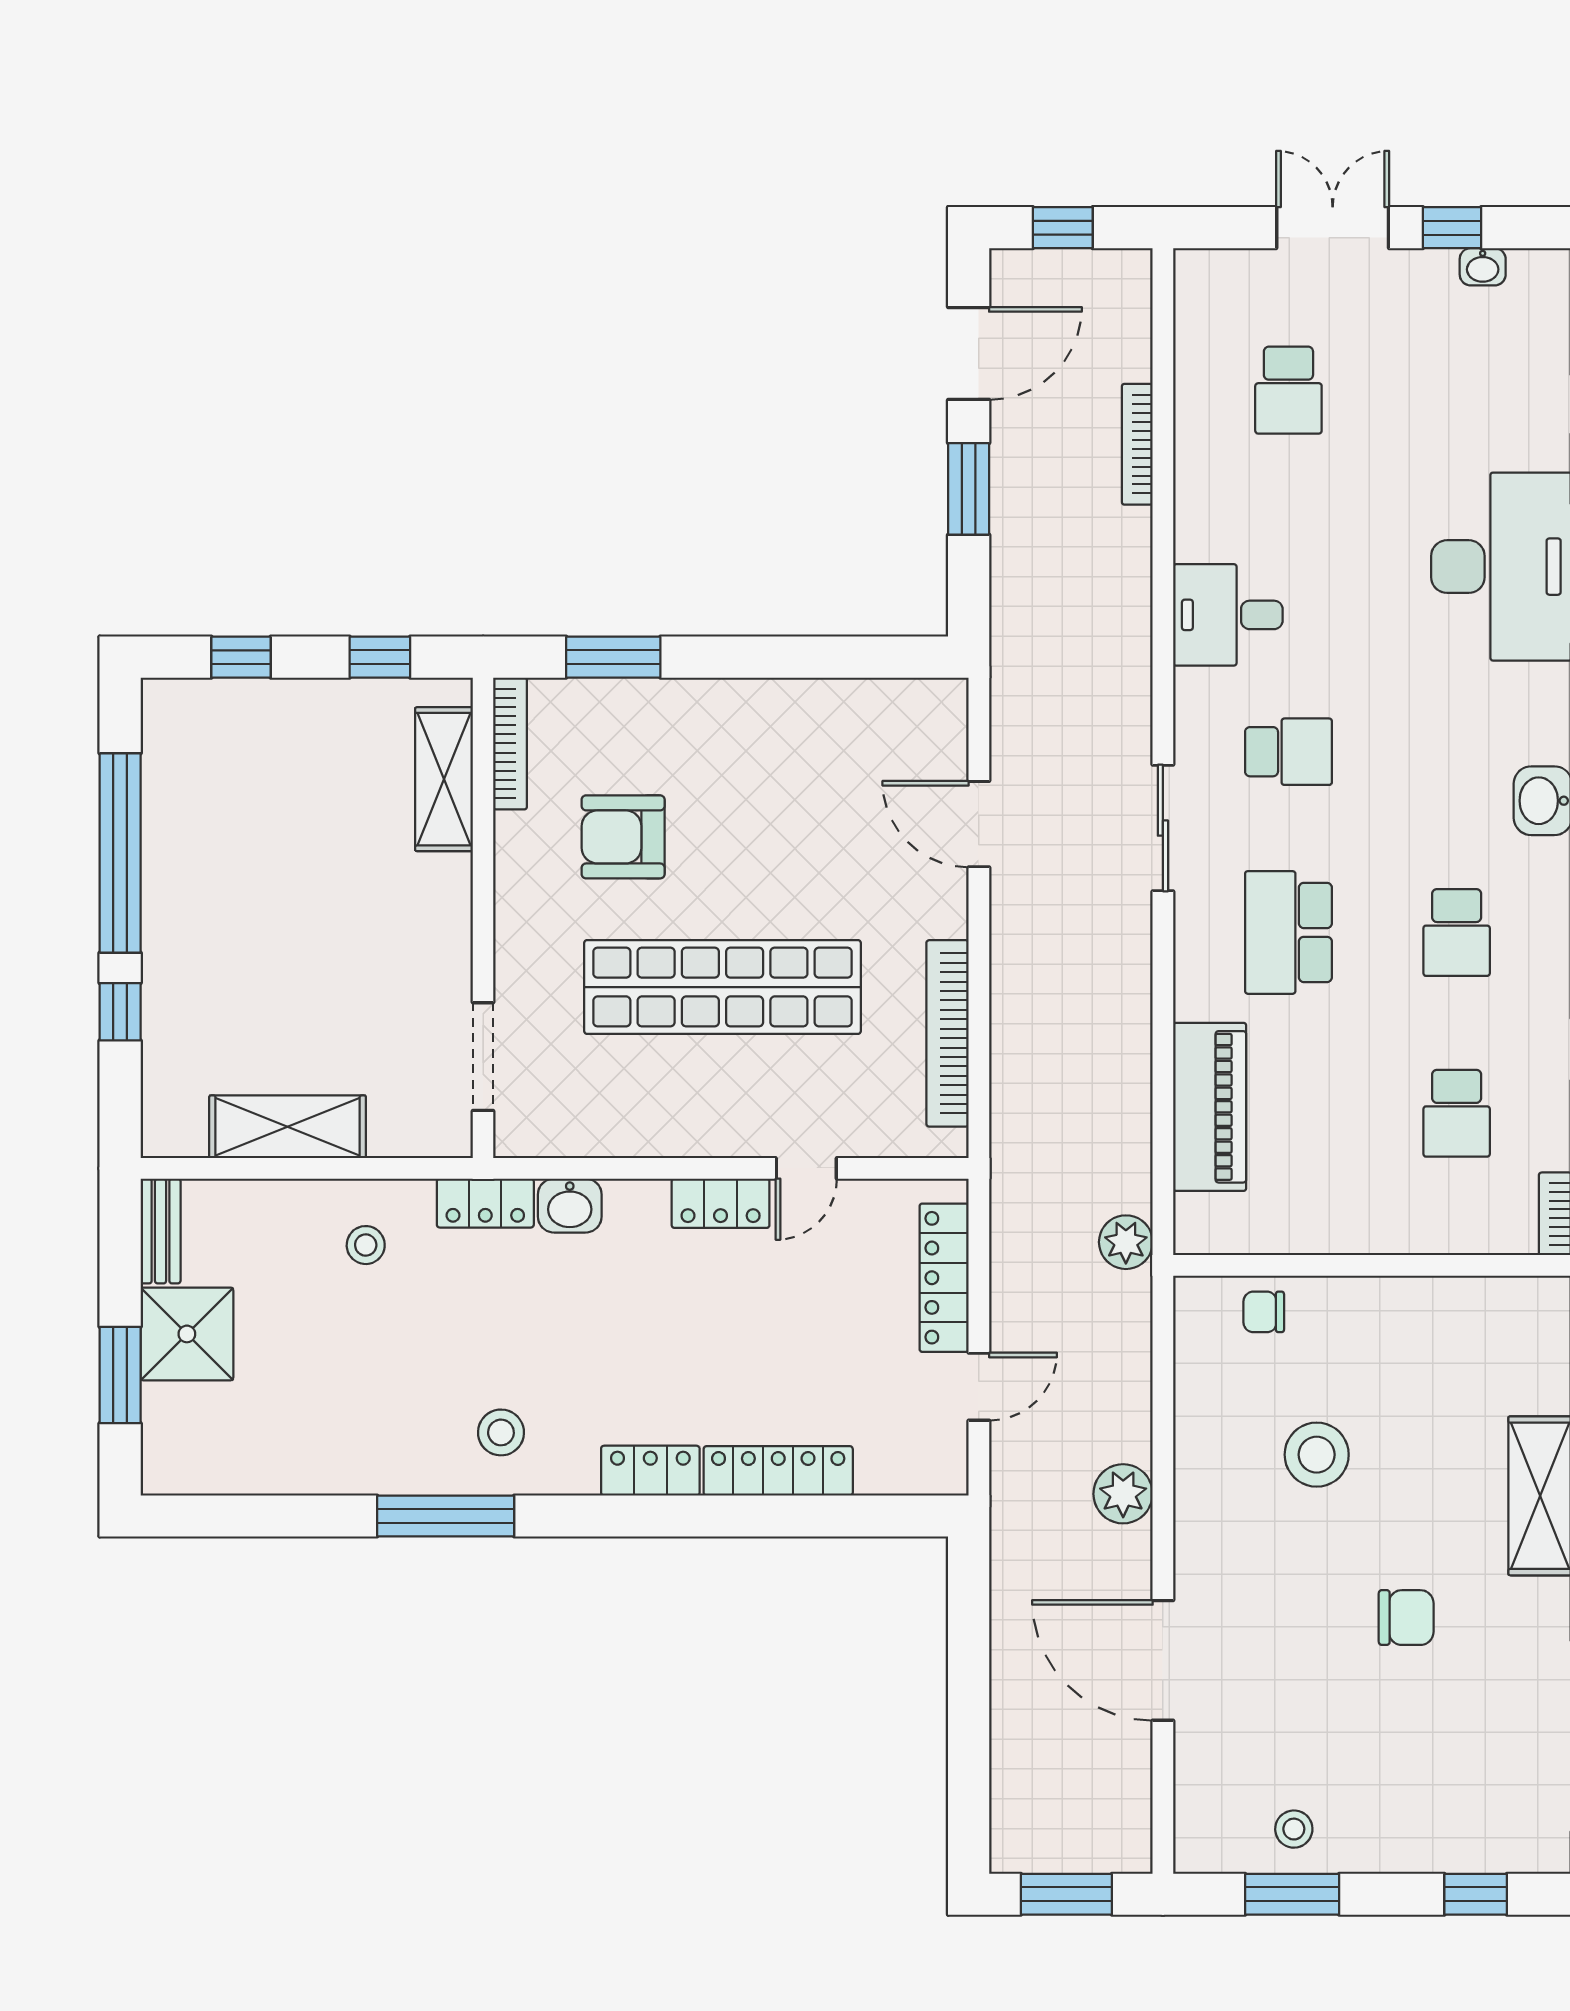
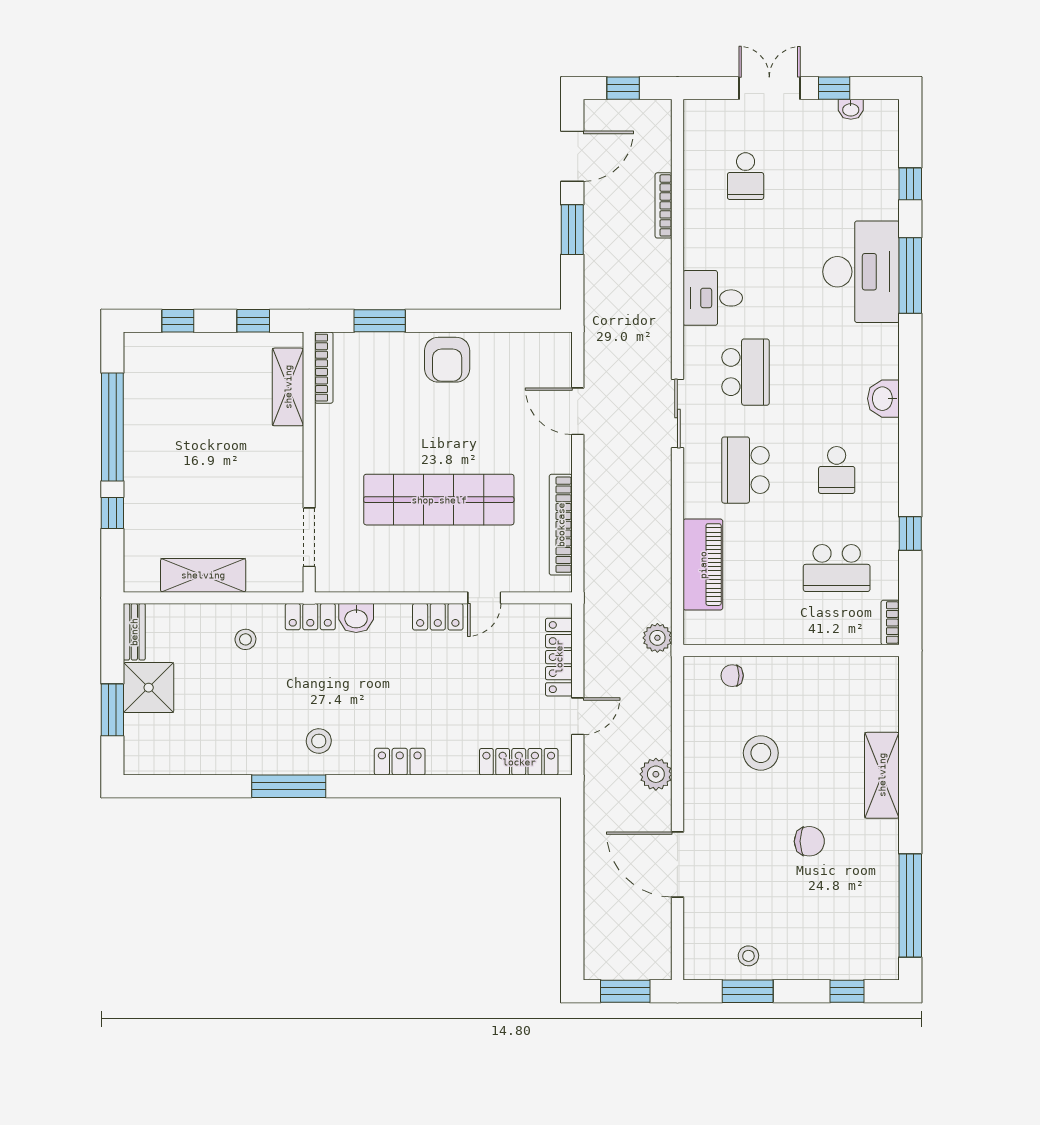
school desk: (1288, 752) -> (746, 372), width x1.85
armchair: (623, 837) -> (447, 360), moved, turned -90
school desk: (1457, 1113) -> (837, 568), width x1.85
locker: (778, 1471) -> (519, 762), moved

